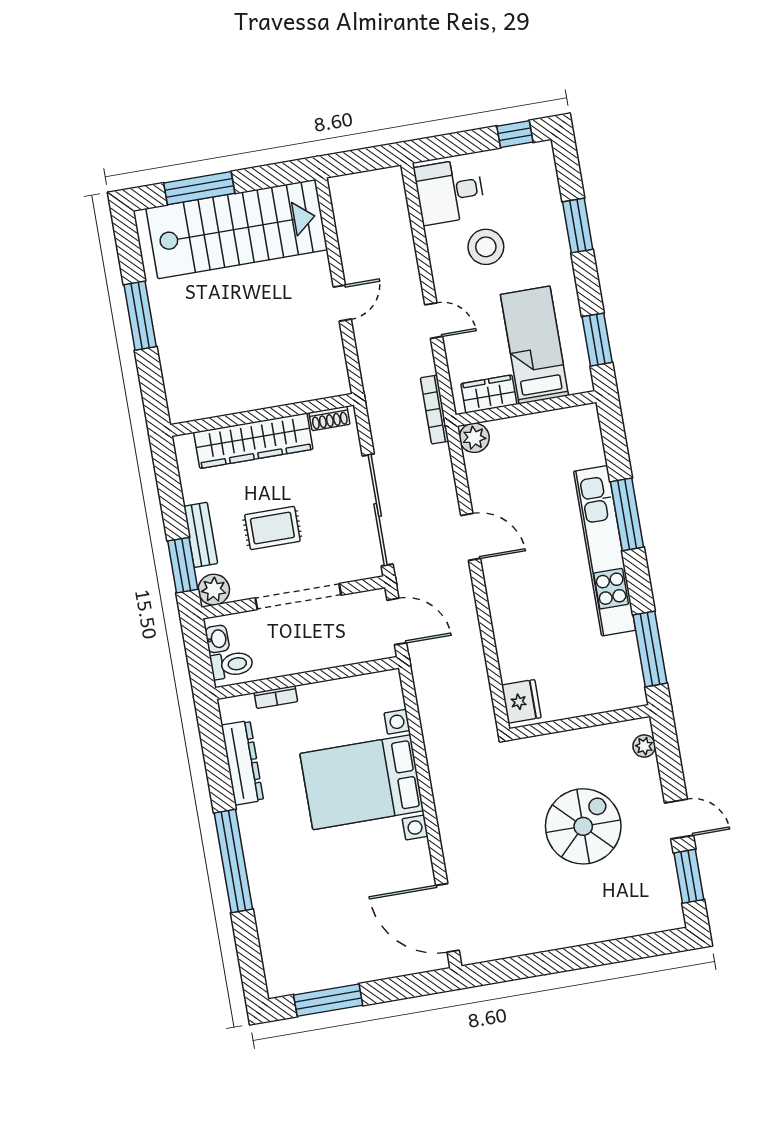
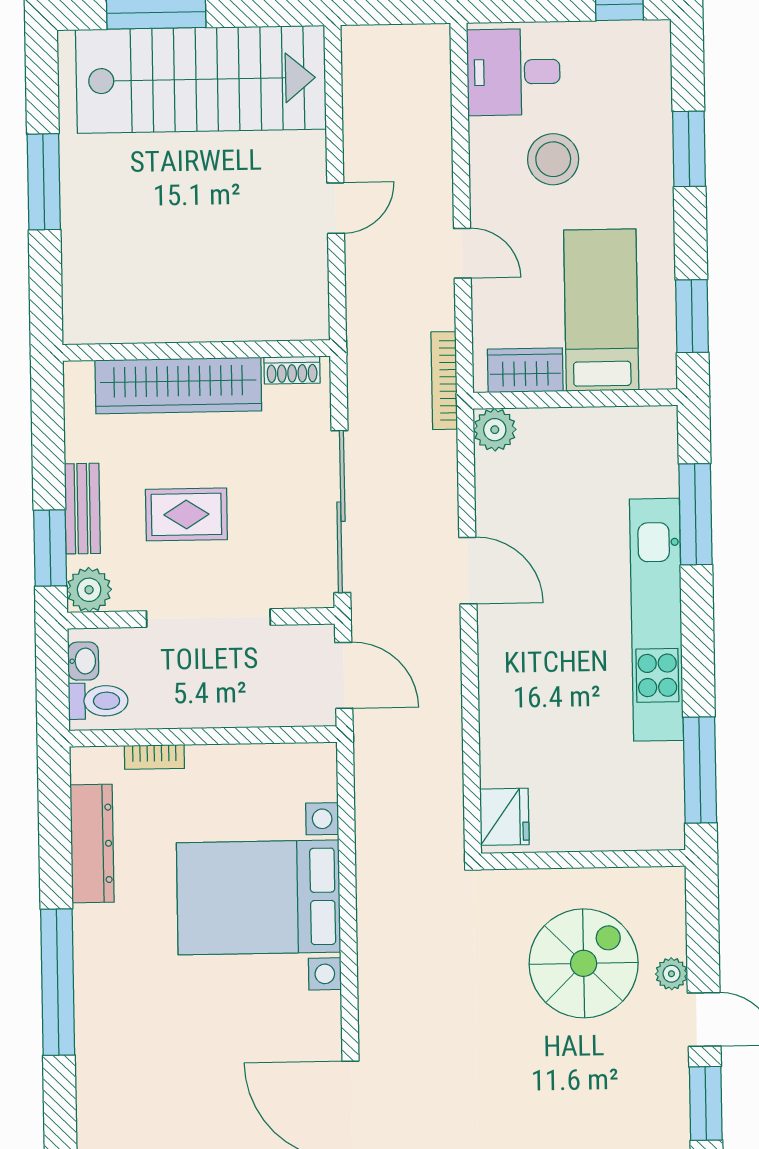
window: (627, 514) -> (695, 514), moved
plant: (644, 746) -> (671, 974), moved
spiral stairs: (583, 826) -> (584, 963), moved

